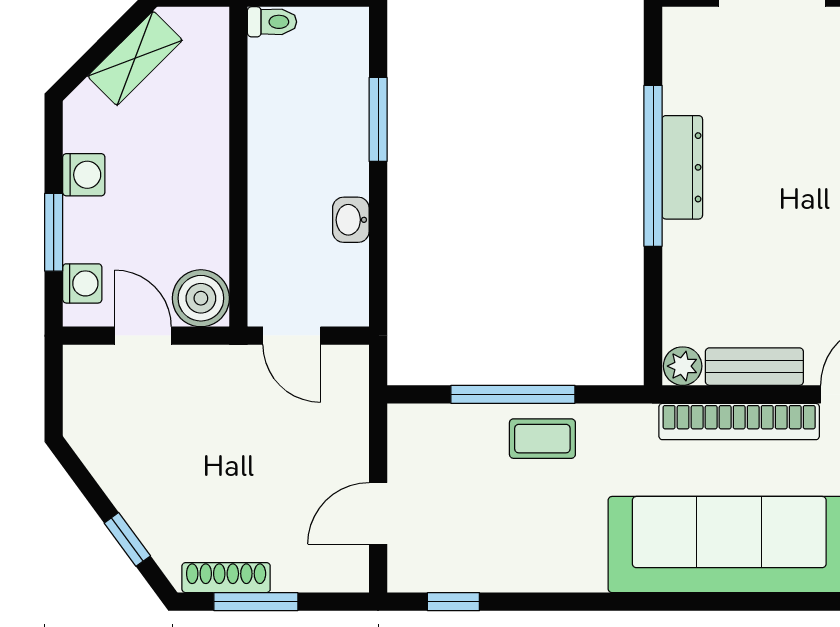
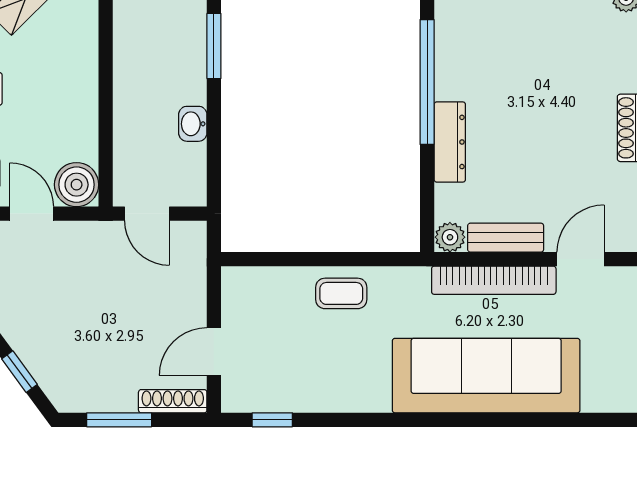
dresser: (682, 167) -> (450, 142), moved
window: (513, 394) -> (318, 259), removed
shoe rack: (226, 578) -> (173, 401), moved

